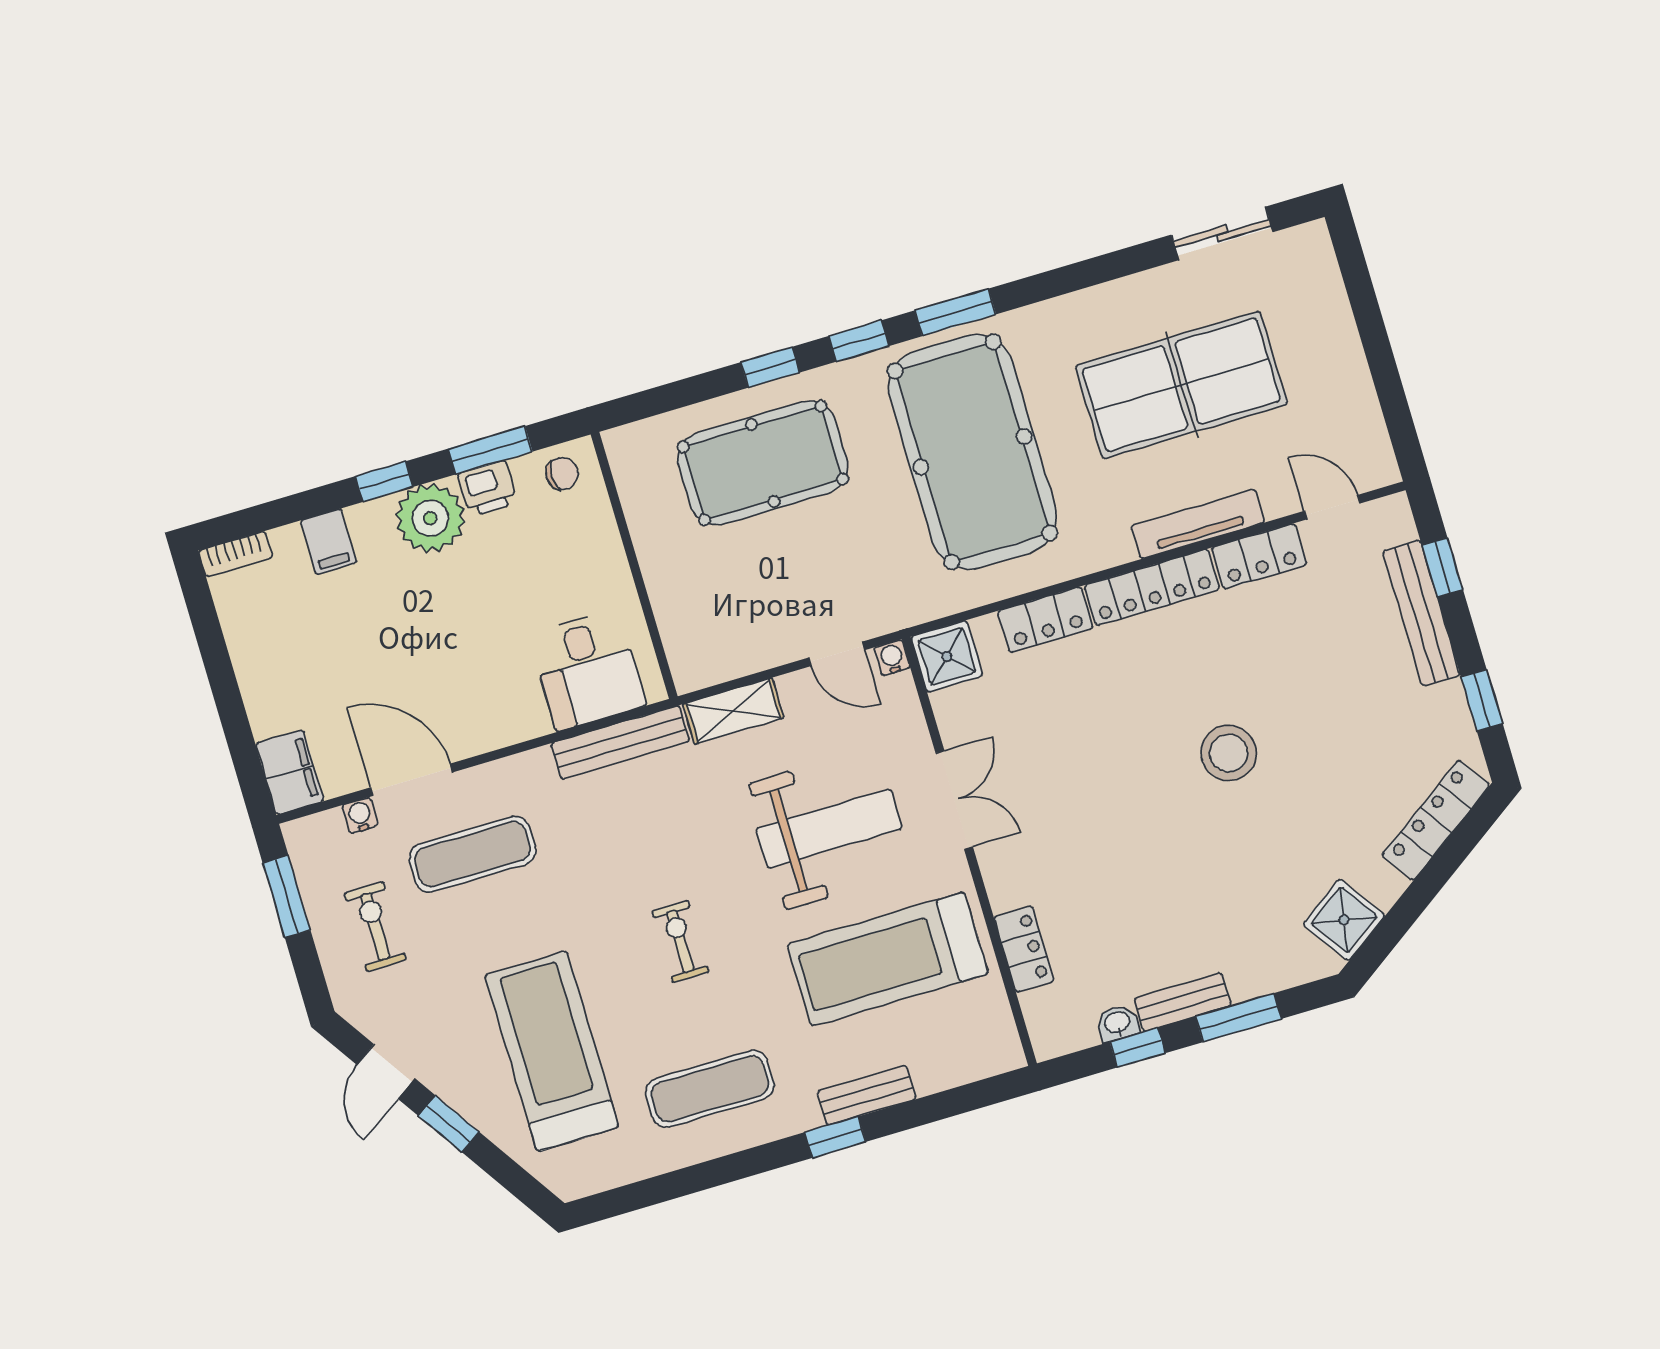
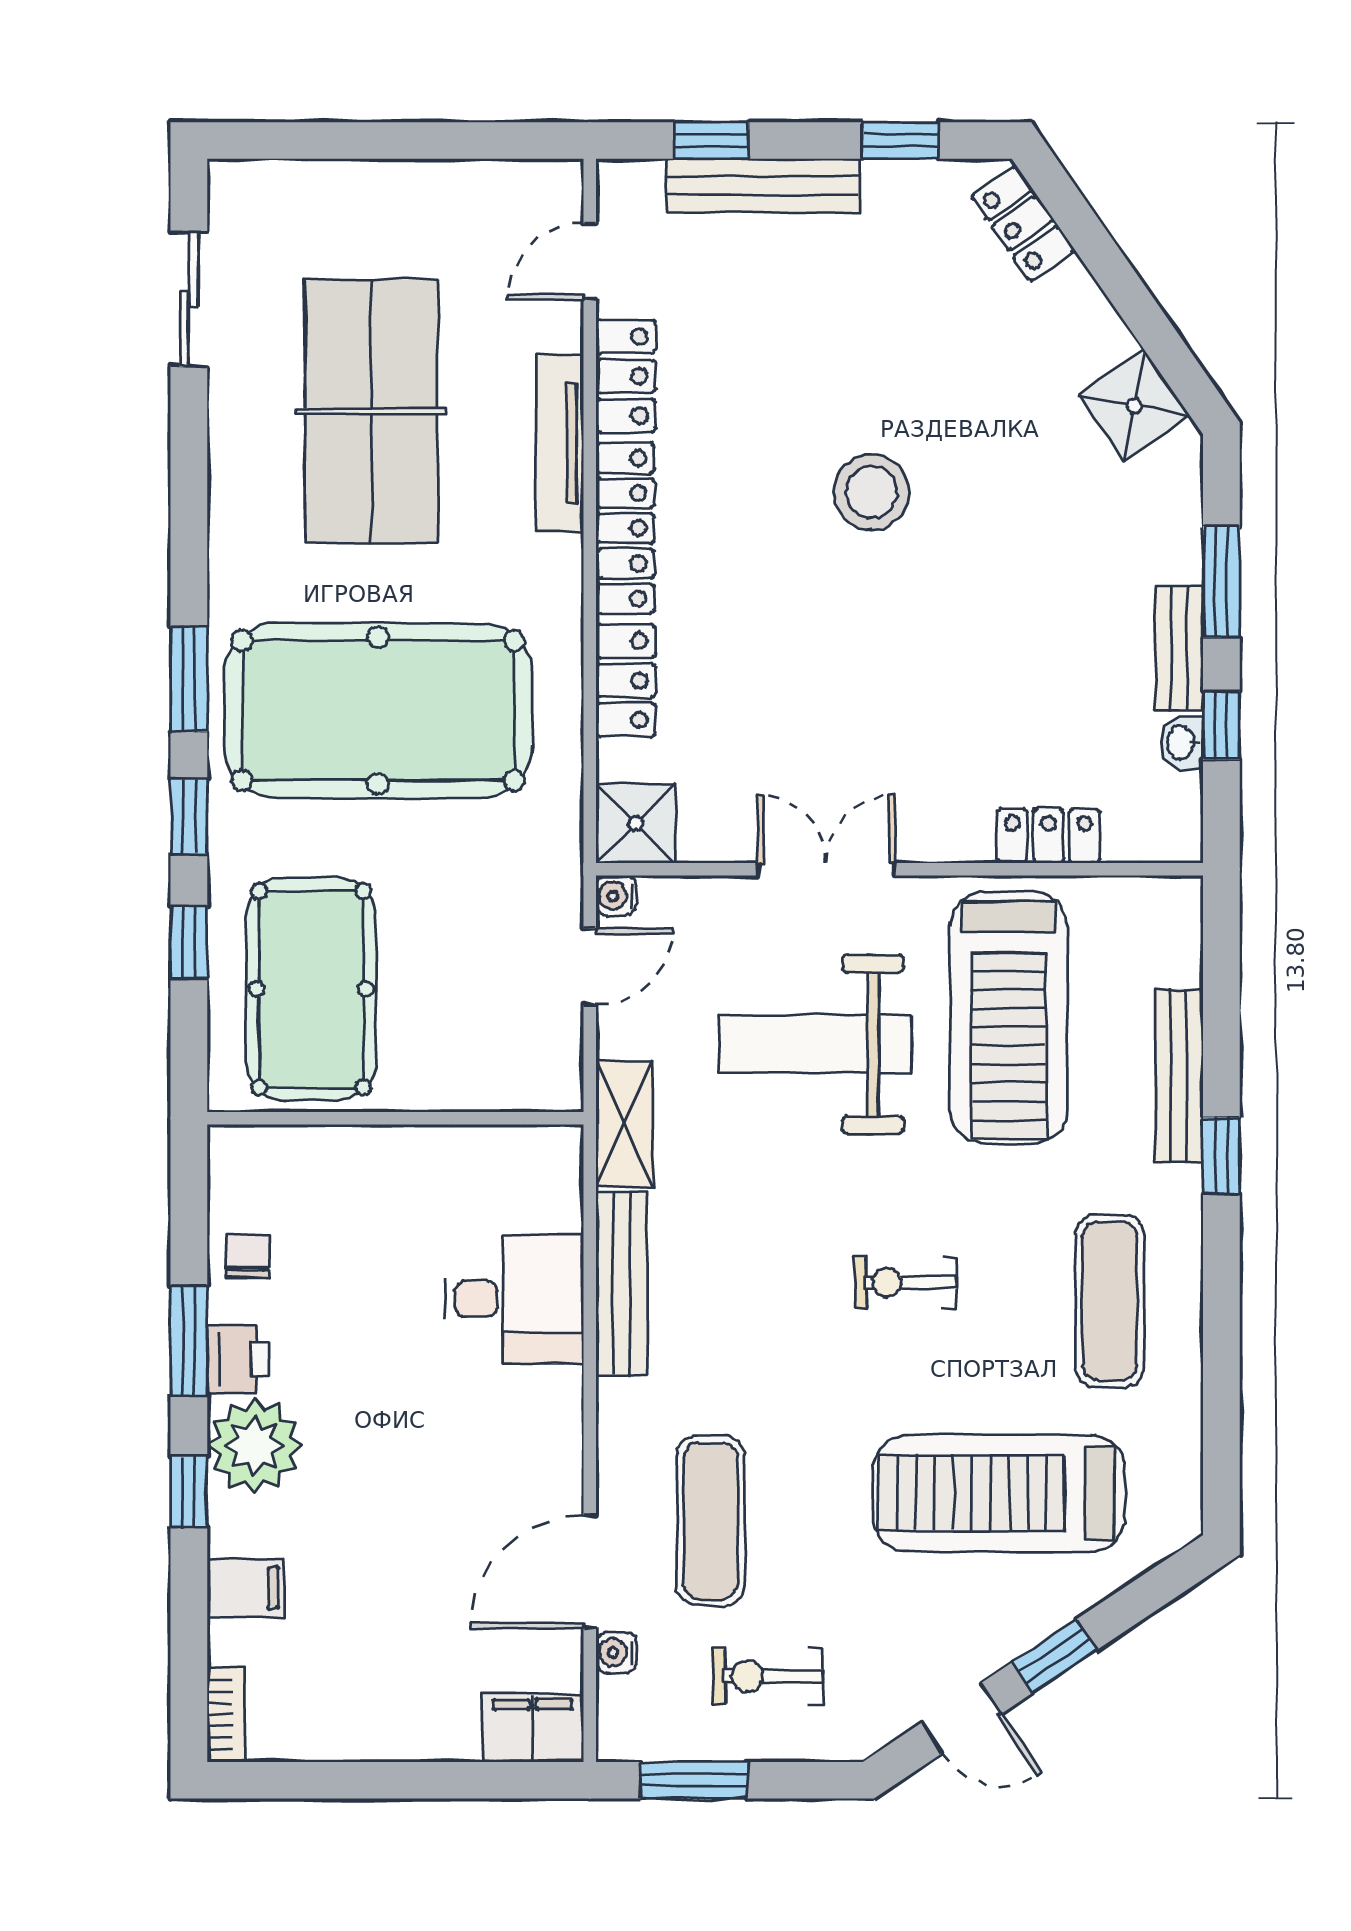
wall: (634, 565) -> (395, 1118), moved
locker: (1436, 820) -> (1023, 223), width x0.66
weight bench: (829, 829) -> (815, 1044), turned -90
bench: (867, 1095) -> (1179, 1075), width x1.36

